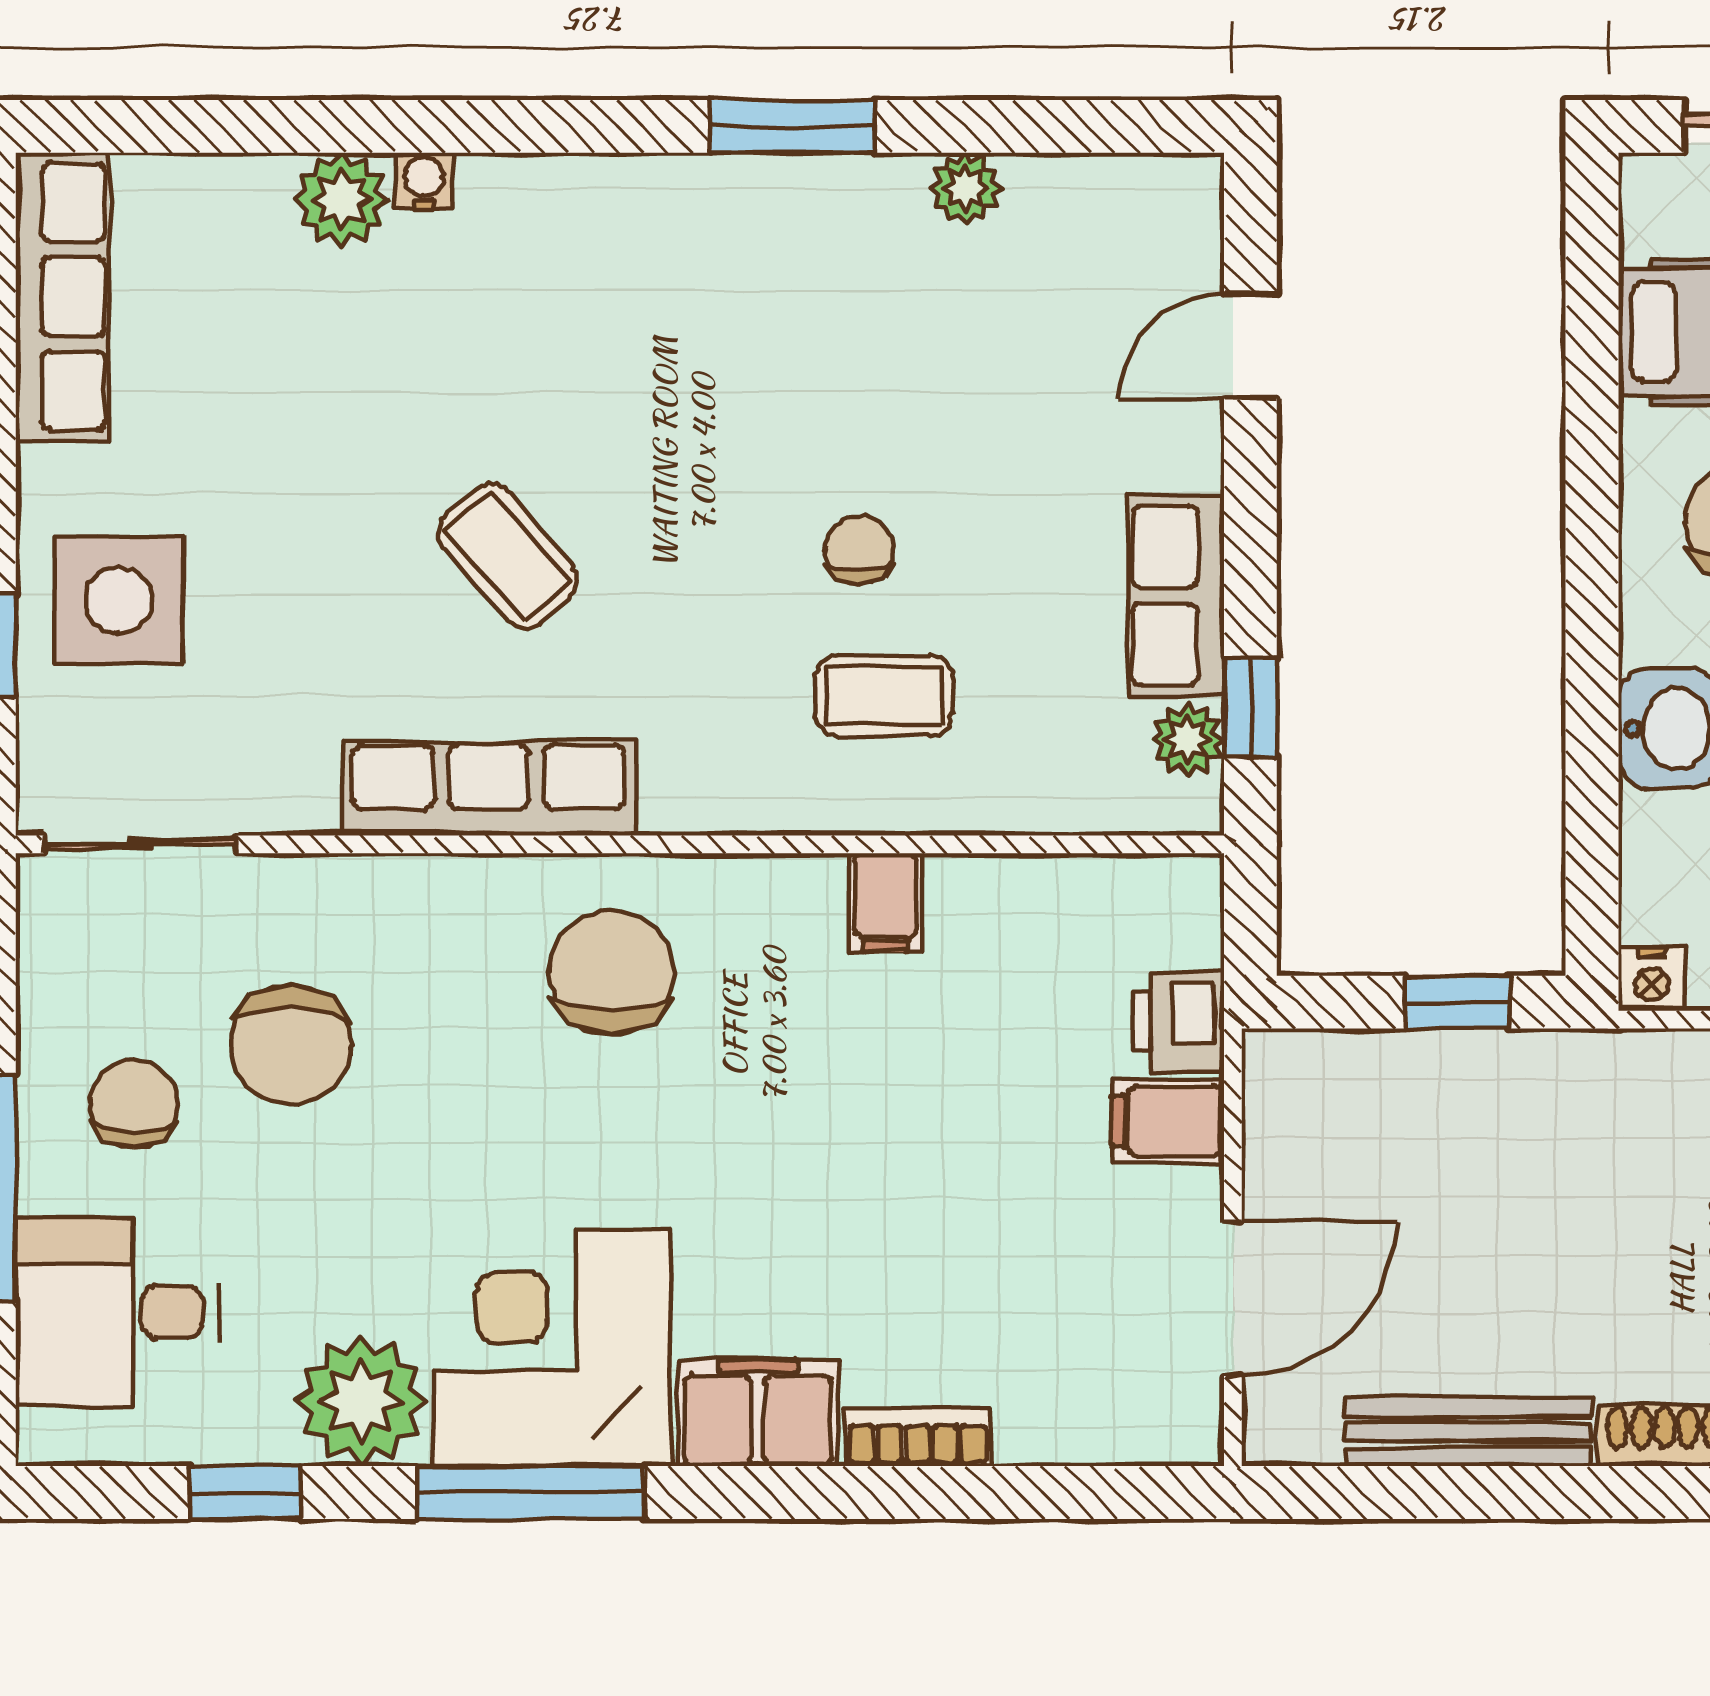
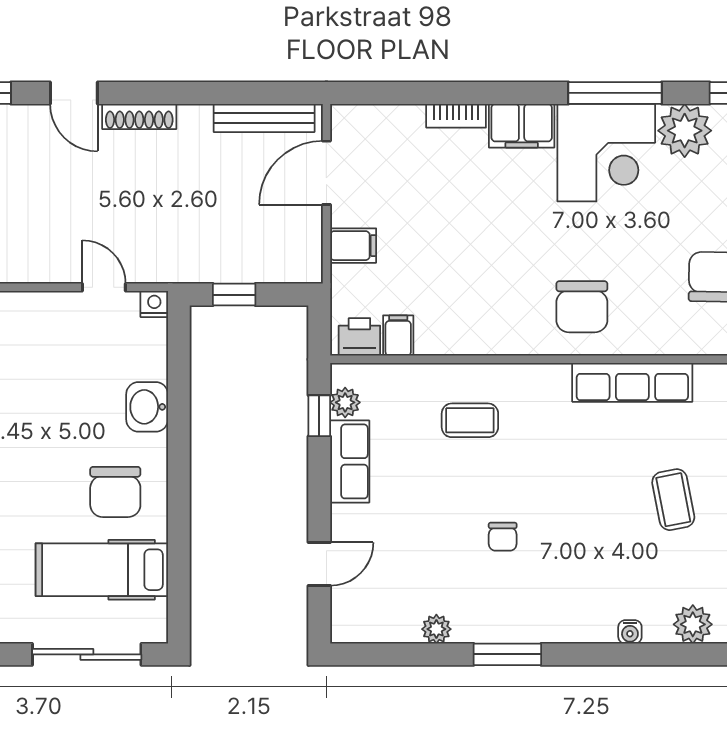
water cooler: (424, 181) -> (630, 632), moved
chair: (859, 550) -> (503, 537), moved
coffee table: (508, 556) -> (673, 500), moved, turned 30
filing cabinet: (885, 902) -> (398, 335), moved
printer: (1178, 1022) -> (359, 337), moved, turned -90
bench: (1468, 1432) -> (264, 118), moved

